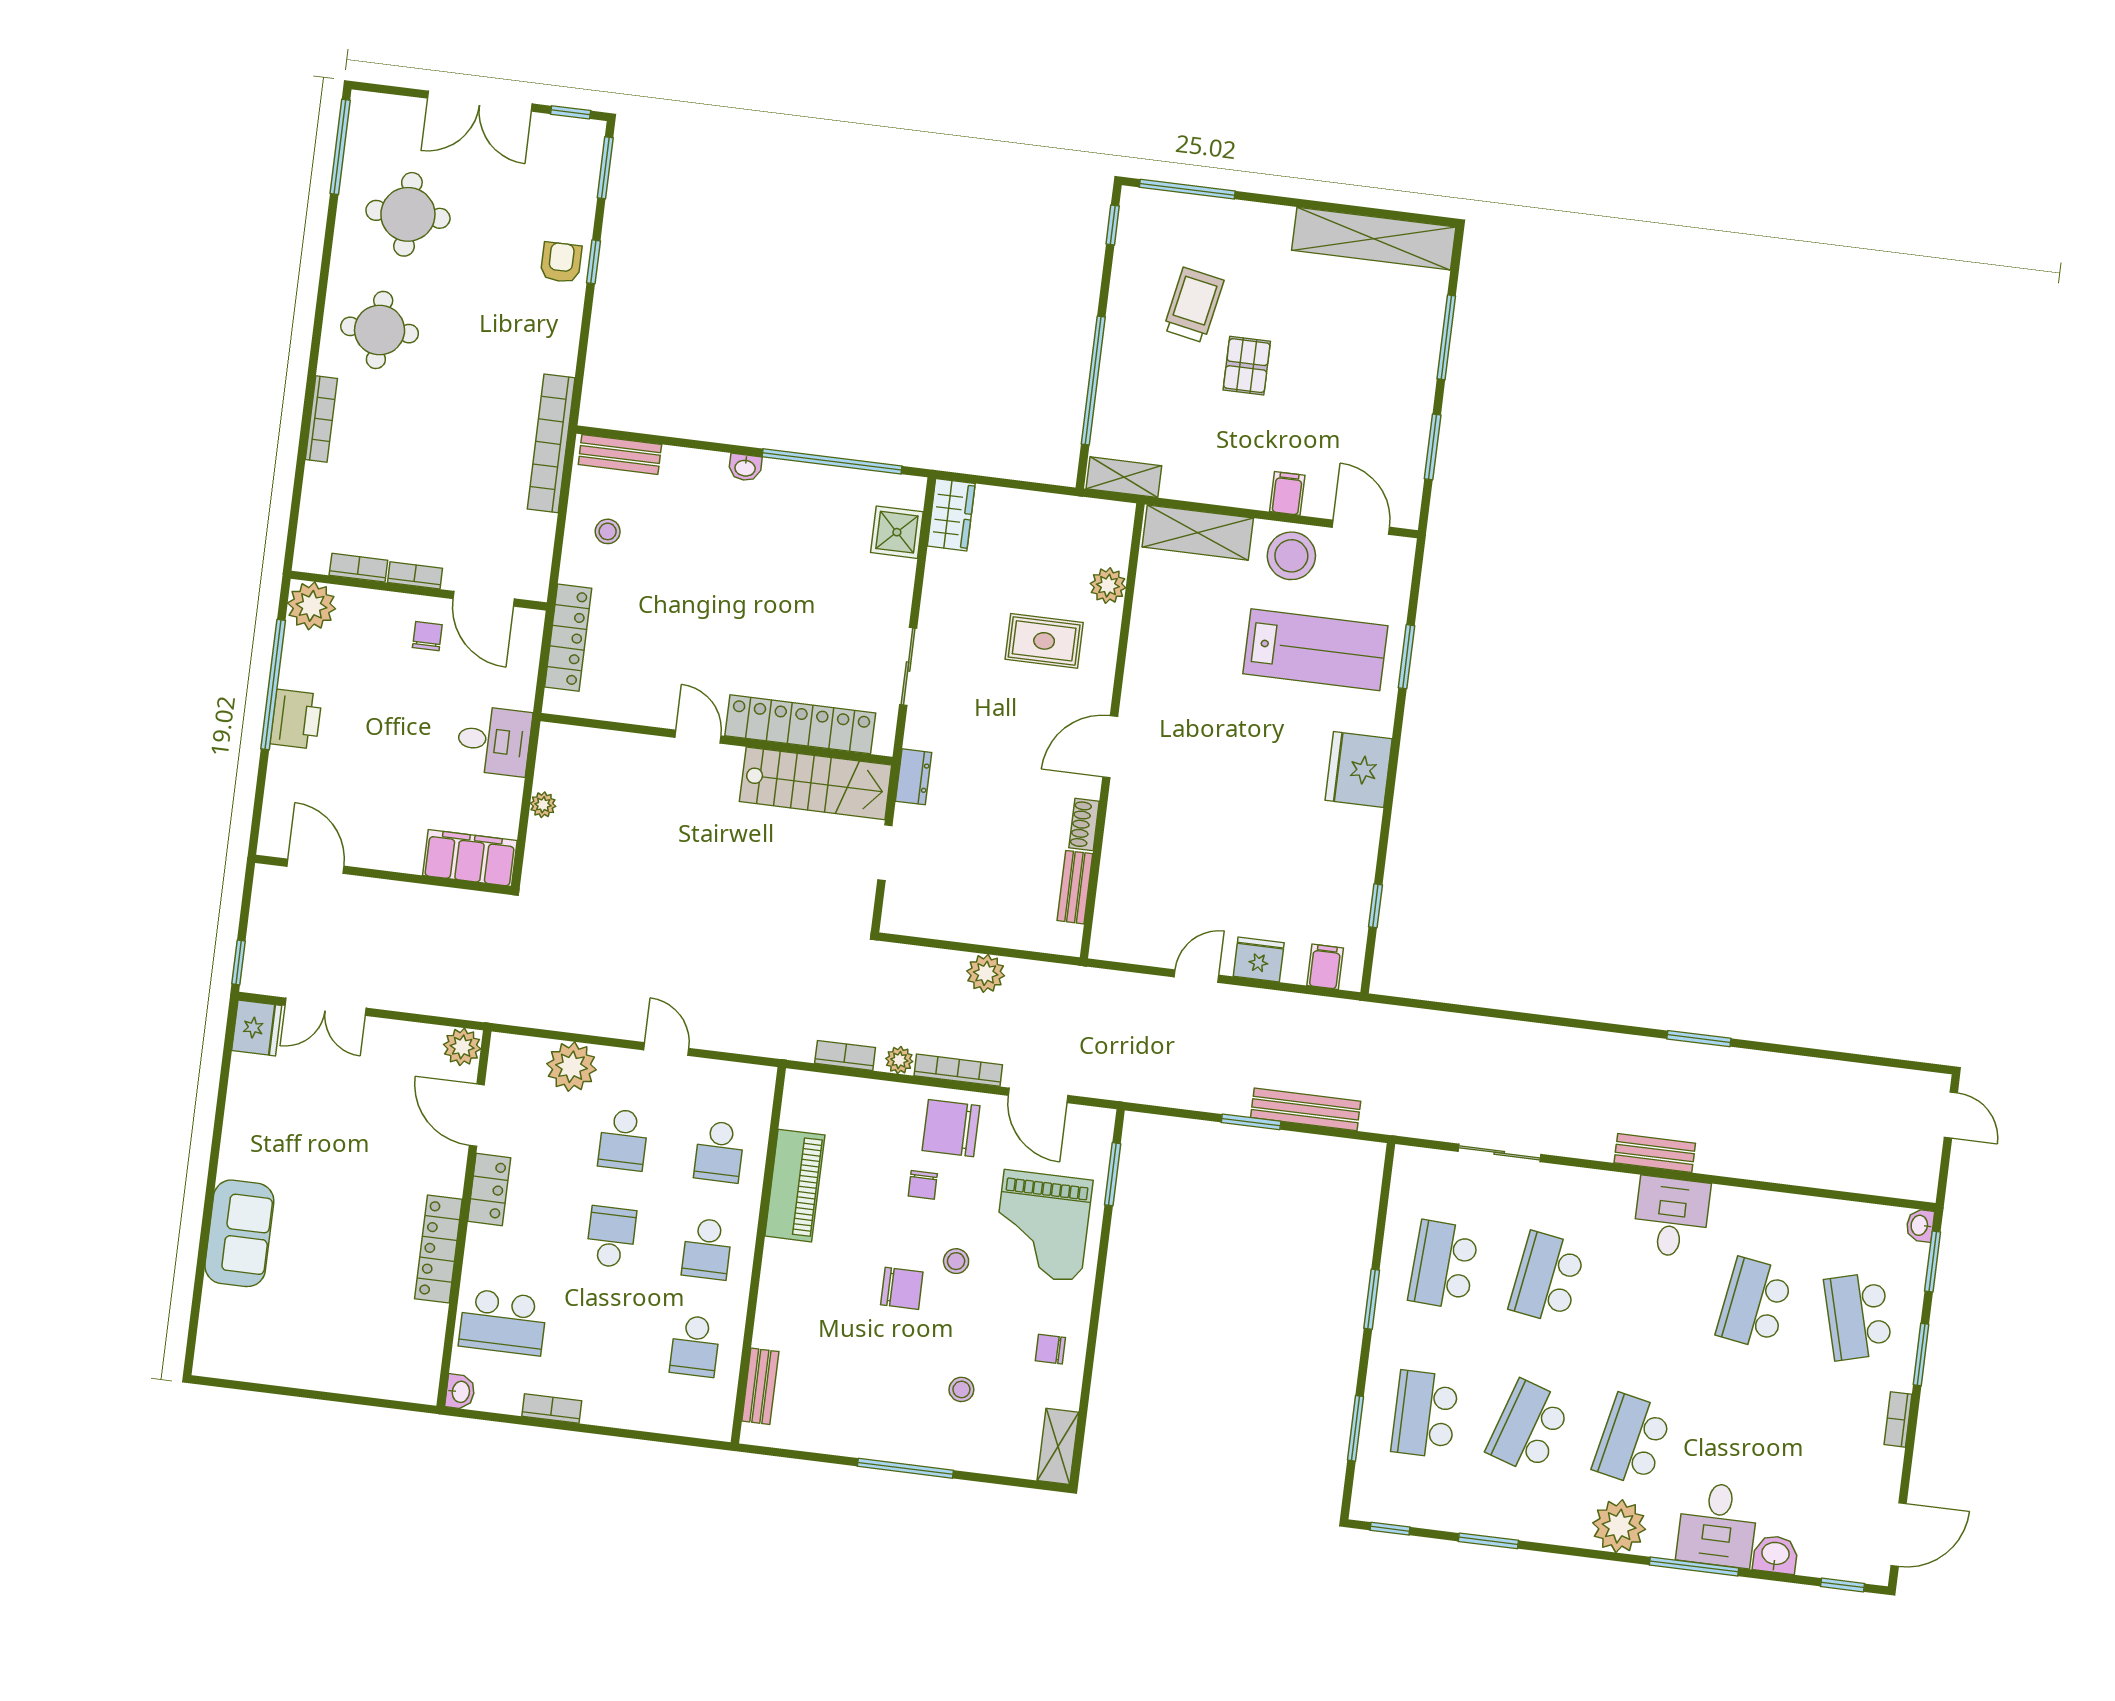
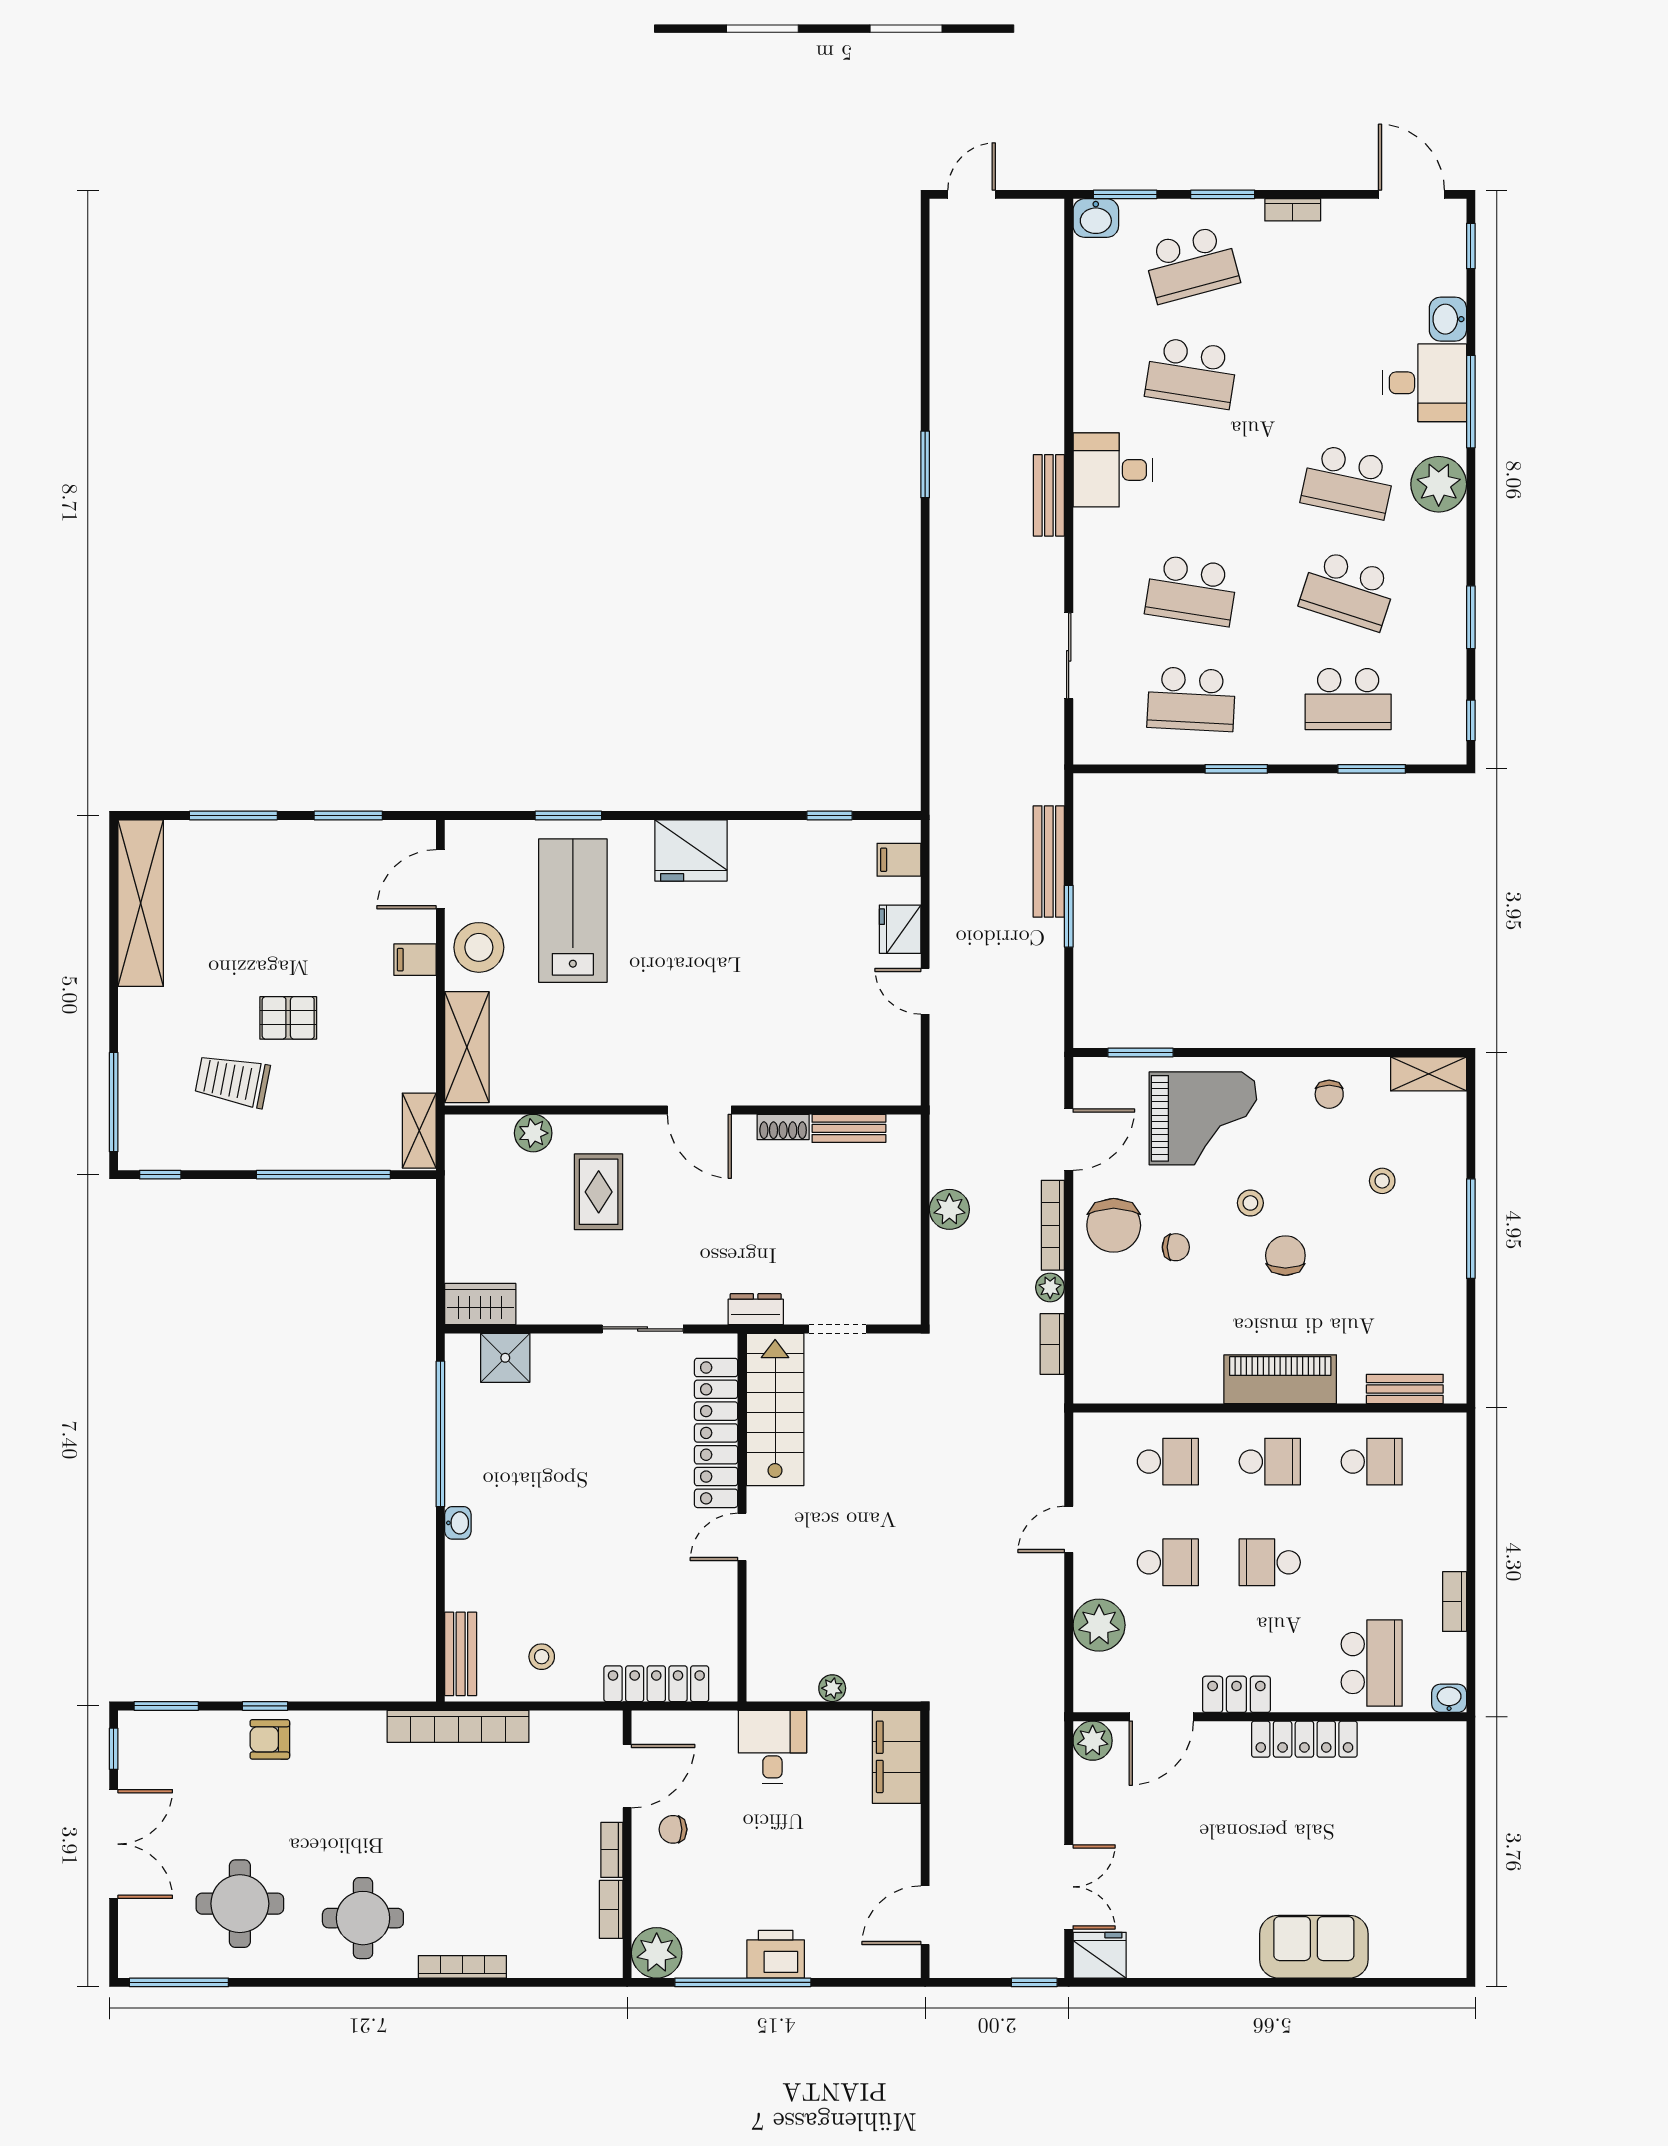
piano: (795, 1186) -> (1280, 1379), moved
washbasin: (1920, 1225) -> (1096, 218), width x1.38, depth x1.45

